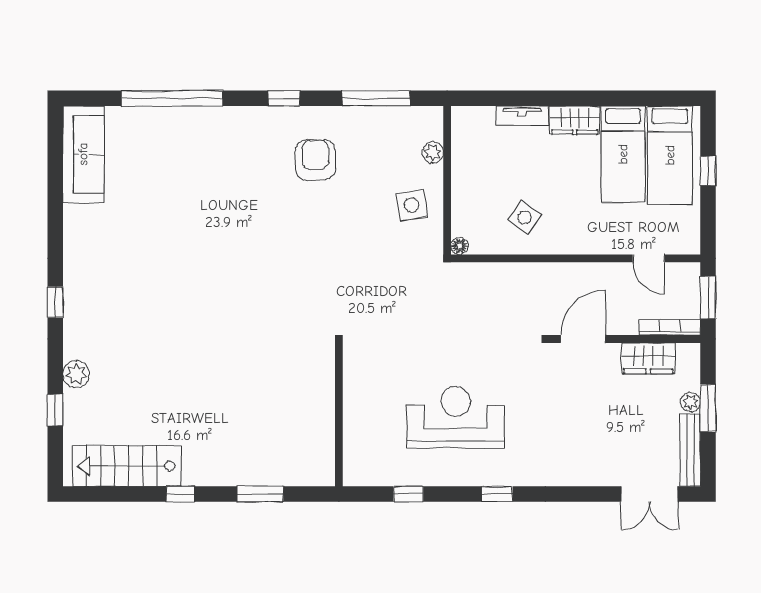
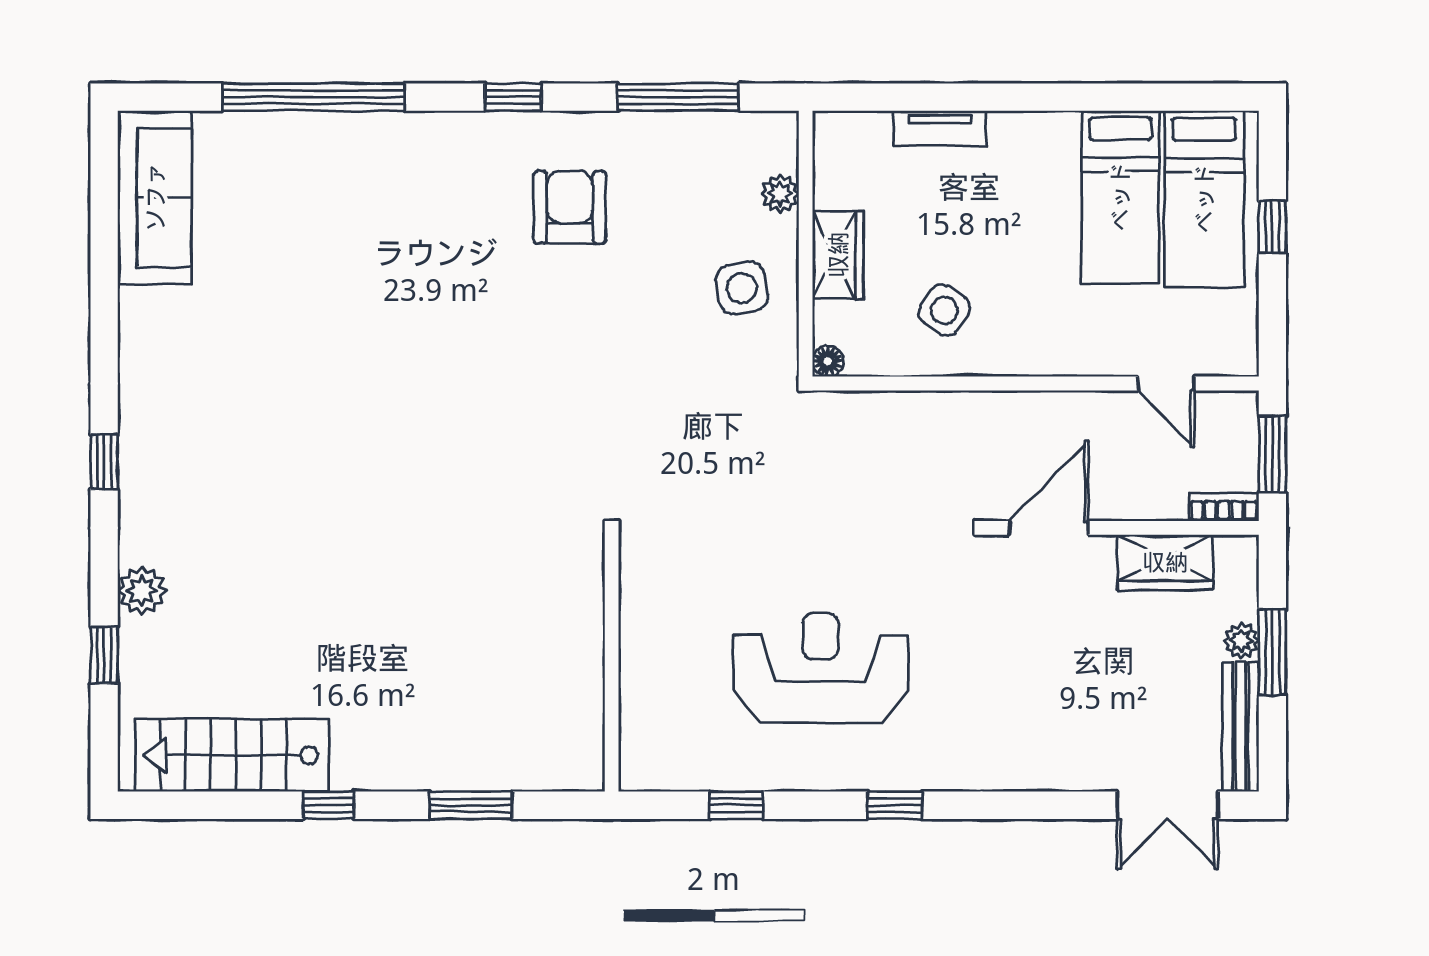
wardrobe: (575, 120) -> (838, 255), moved, turned -90
bookcase: (670, 327) -> (1224, 507), width x0.64

